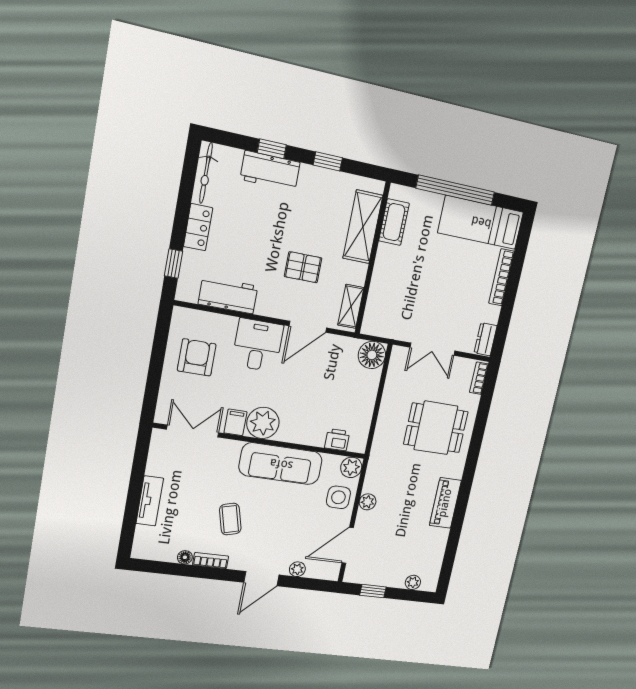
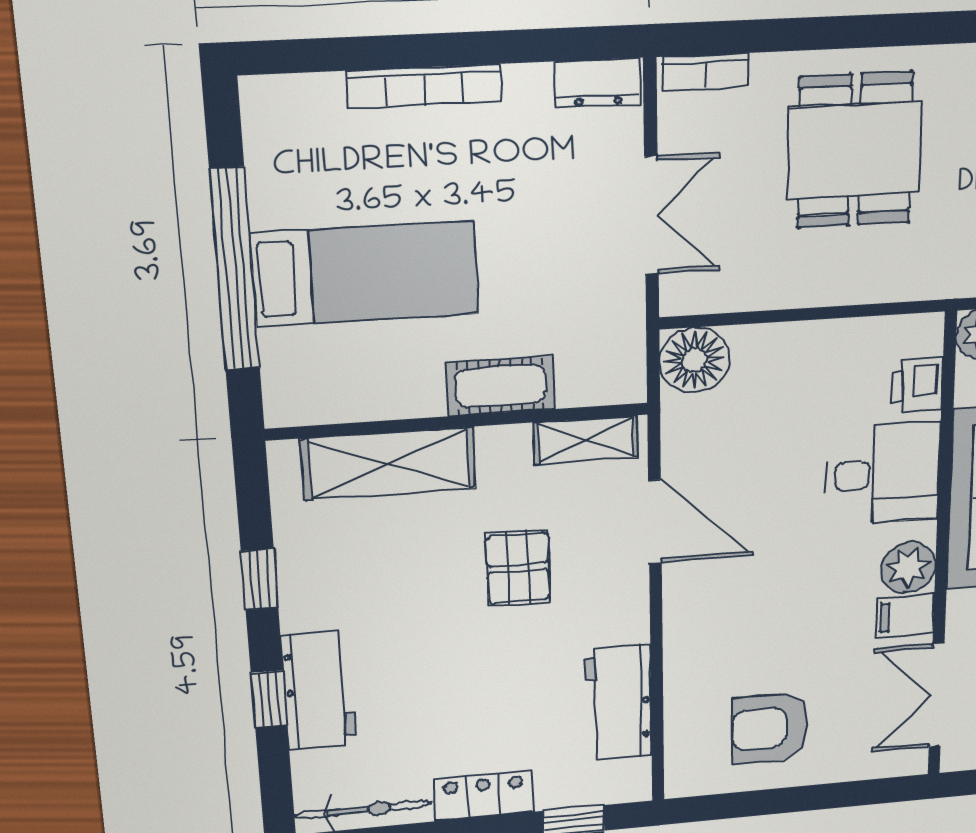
cot: (394, 222) -> (501, 386), moved
bed: (481, 222) -> (365, 274), moved, turned -90
desk: (258, 345) -> (883, 474), moved, turned 180
plant: (263, 423) -> (908, 567), width x0.73, depth x0.73

